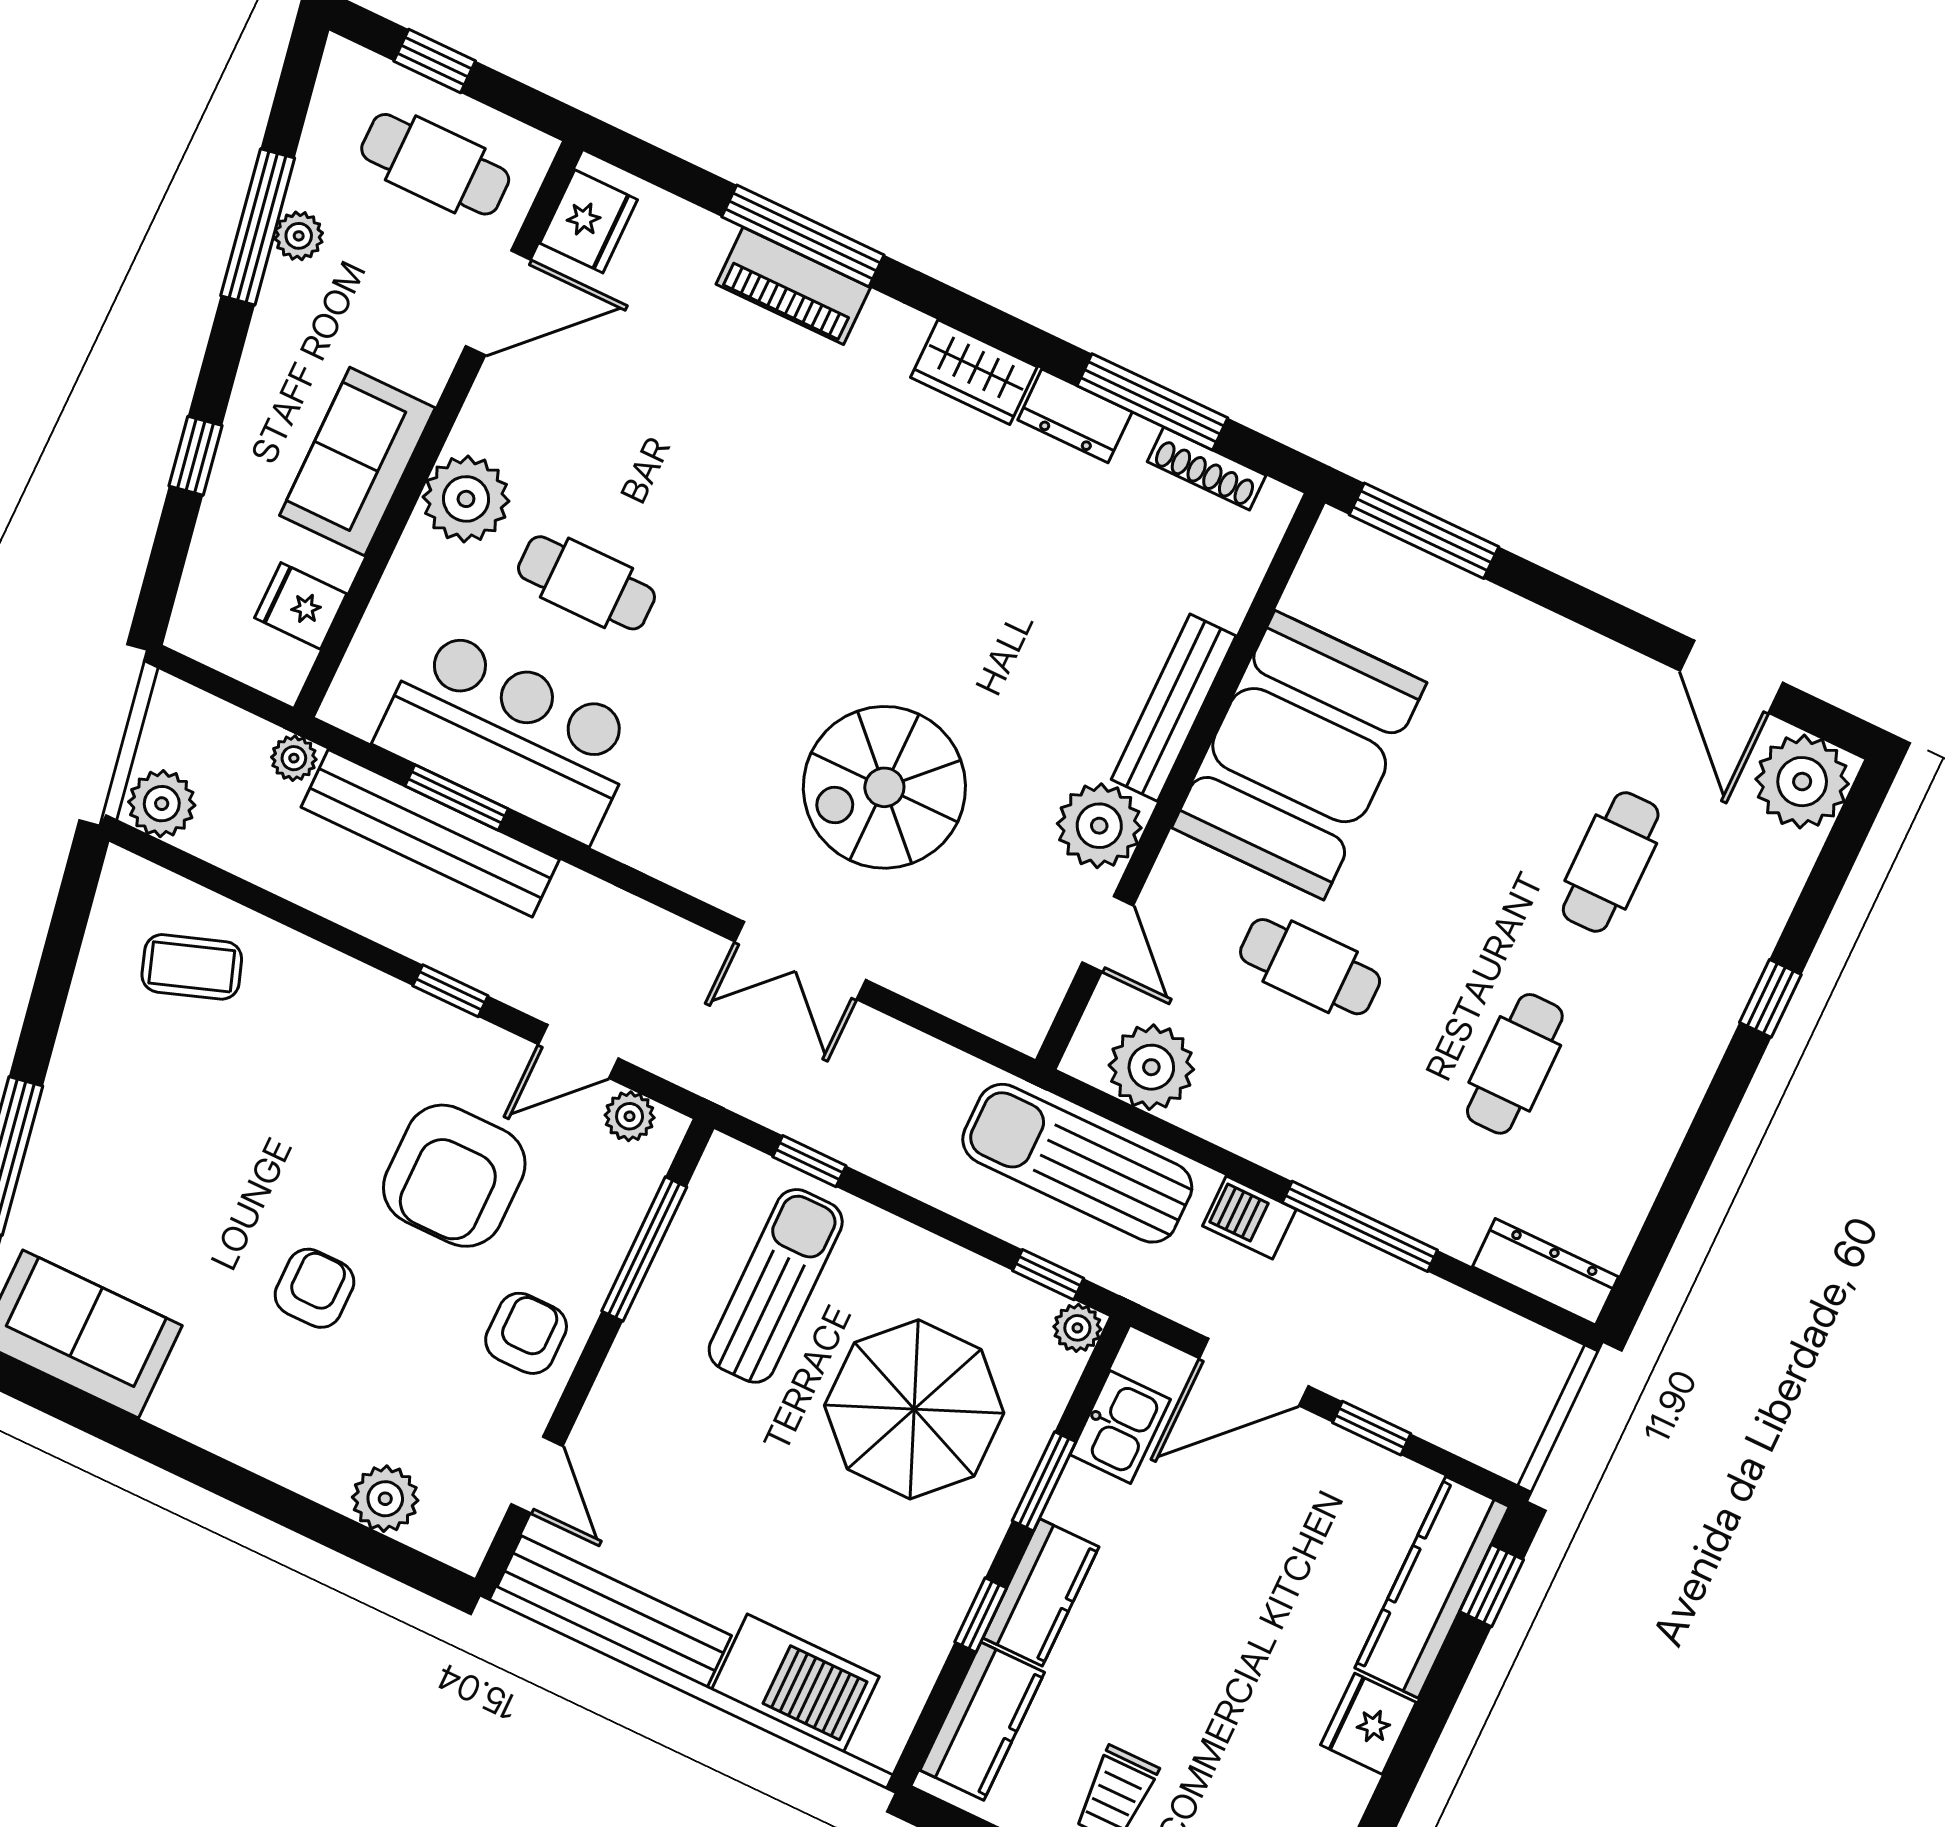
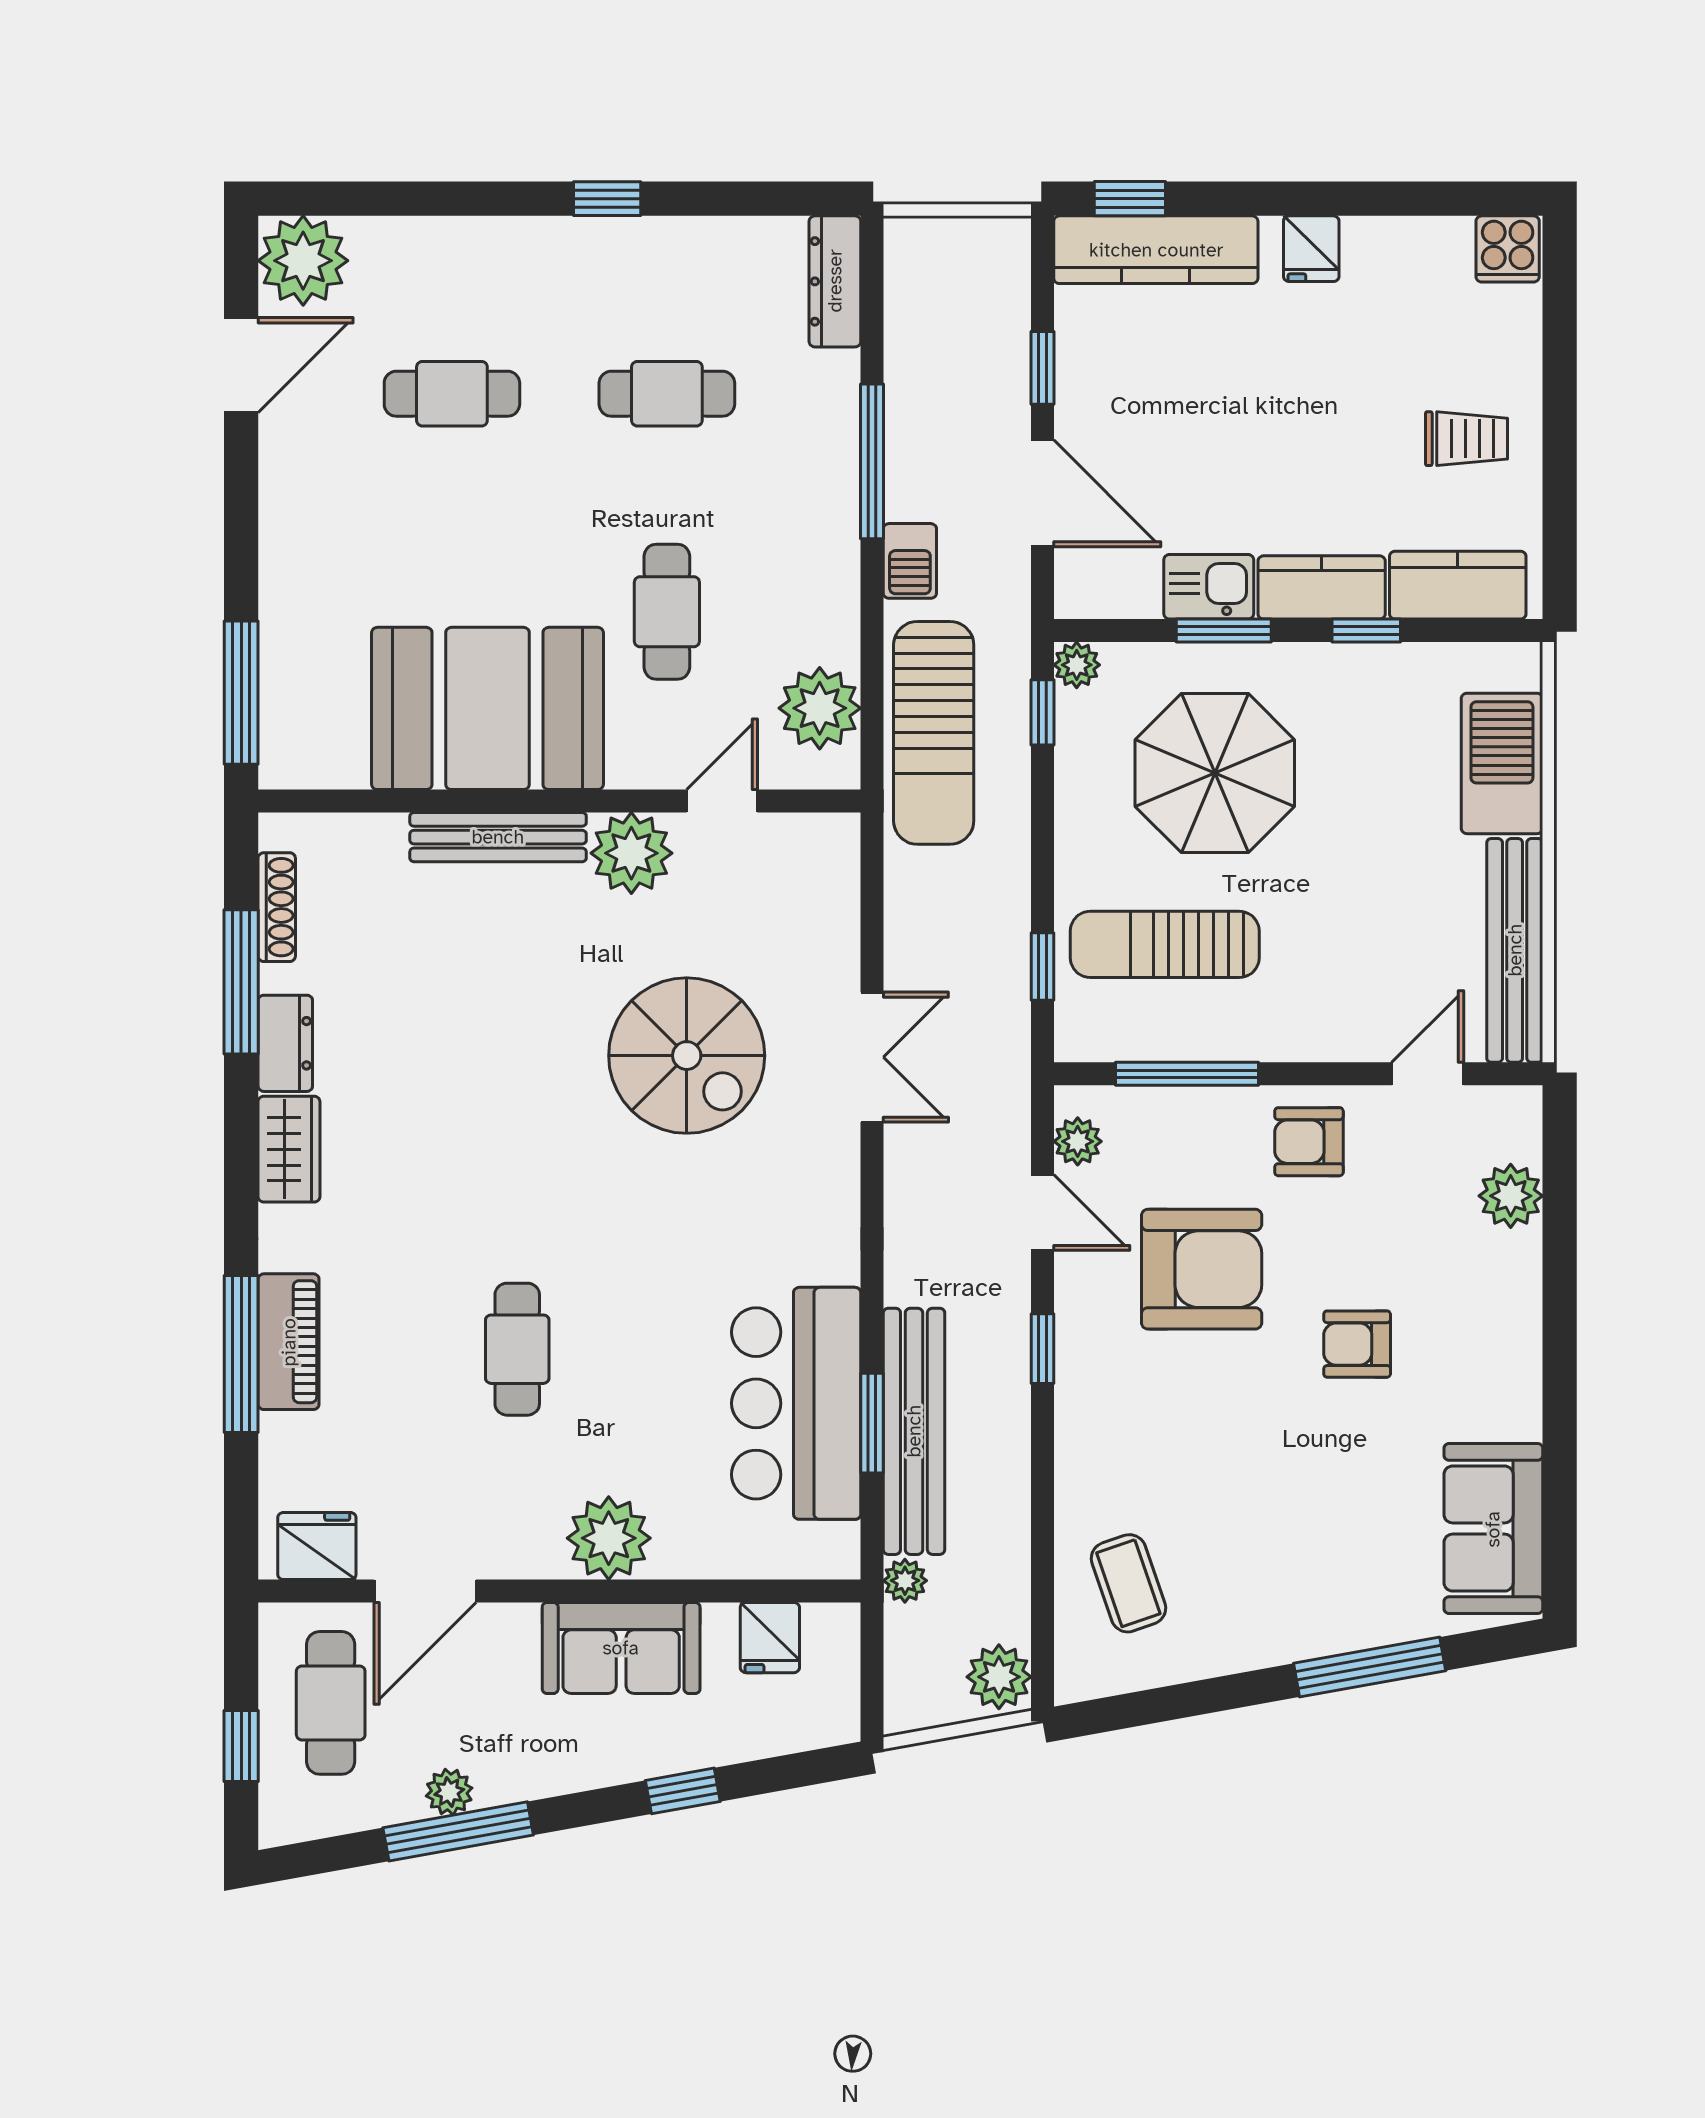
door: (498, 303) -> (425, 1591), swing flipped
cafe table: (586, 583) -> (517, 1349), moved
window: (1770, 998) -> (607, 199), moved
kitchen sink: (1120, 1427) -> (1209, 587), moved
fridge: (1368, 1724) -> (1311, 249), width x0.72

